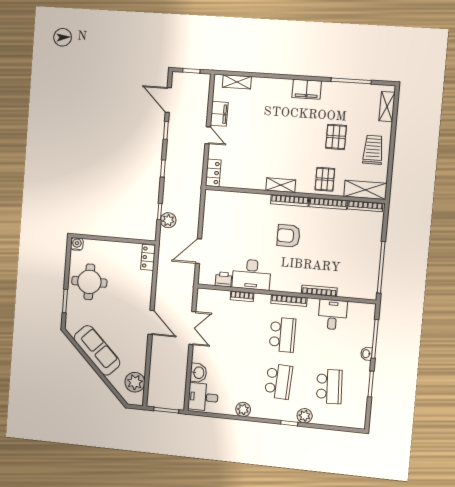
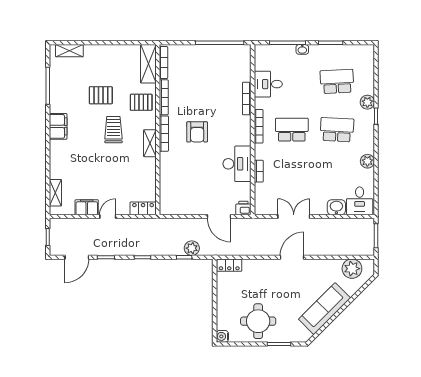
trolley: (373, 150) -> (113, 130), moved, turned 90
printer: (224, 279) -> (243, 208), moved, turned 90

